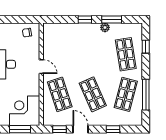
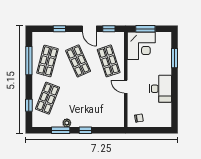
shop shelf: (126, 54) -> (47, 98), turned 30

